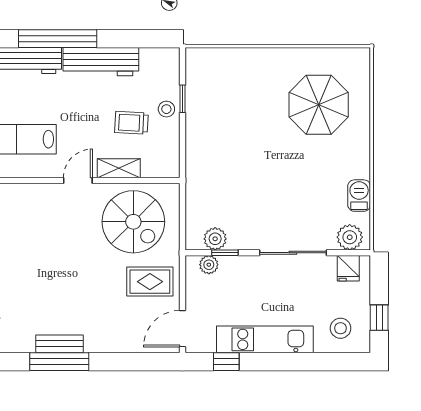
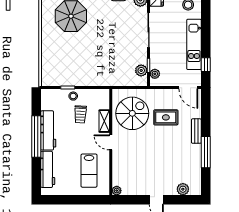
window: (58, 39) -> (36, 136), moved
rug: (150, 282) -> (166, 117), moved, turned 90
bench: (60, 344) -> (196, 131), moved

